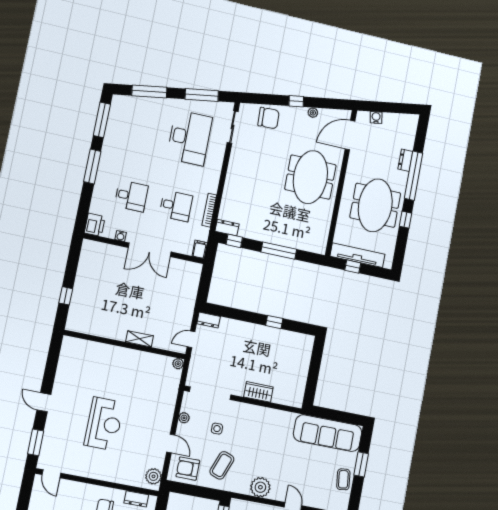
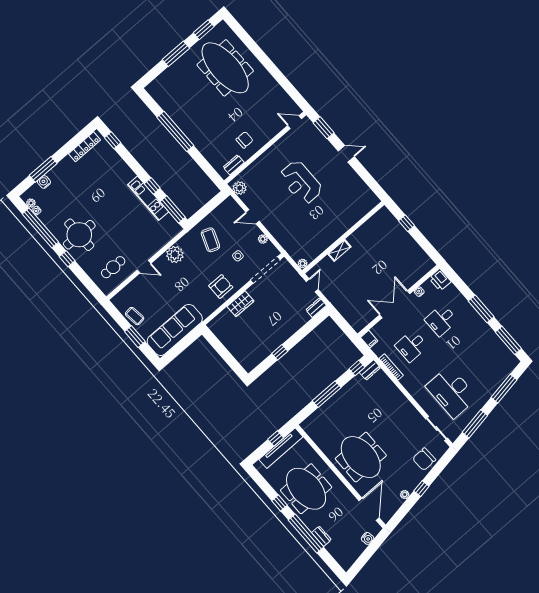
armchair: (188, 469) -> (221, 286), moved

